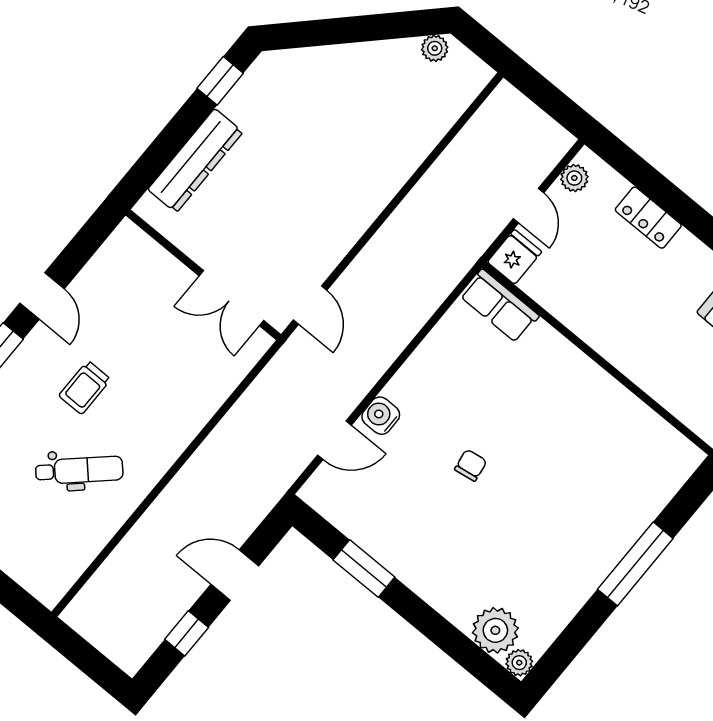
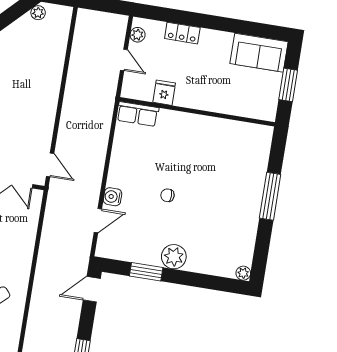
fridge: (514, 257) -> (164, 93), moved
chair: (471, 465) -> (167, 195), turned -81
door: (235, 575) -> (92, 289), moved
plant: (495, 630) -> (174, 257), moved

